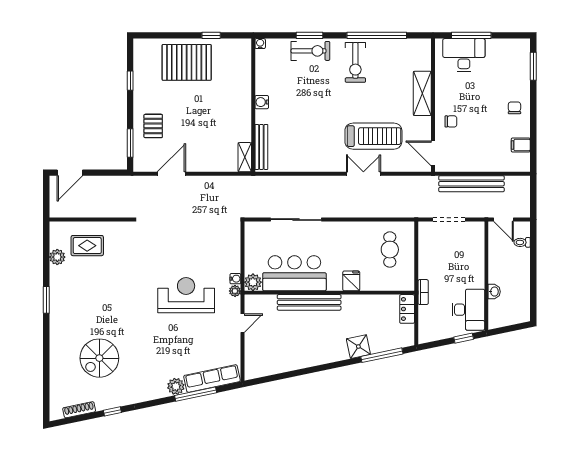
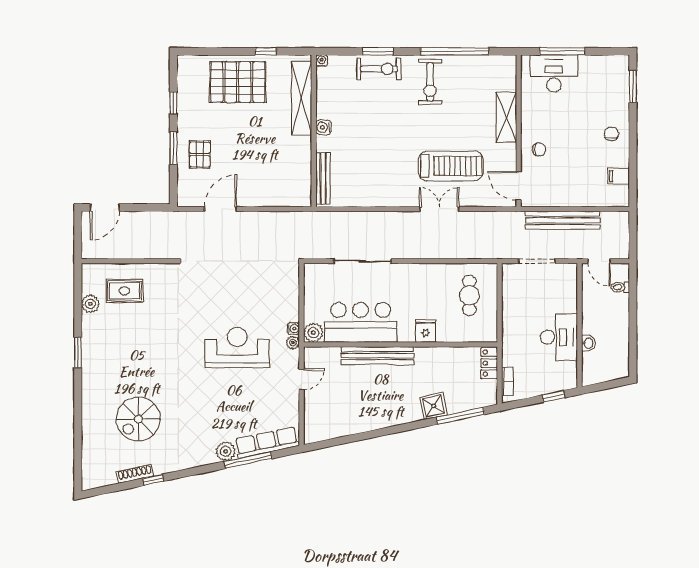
window: (130, 143) -> (173, 148), moved
shelving: (245, 157) -> (302, 98), moved, width x2.20, depth x1.33
bookcase: (423, 292) -> (507, 381), moved
desk: (468, 310) -> (559, 337), moved
shoe rack: (79, 410) -> (135, 474), moved

